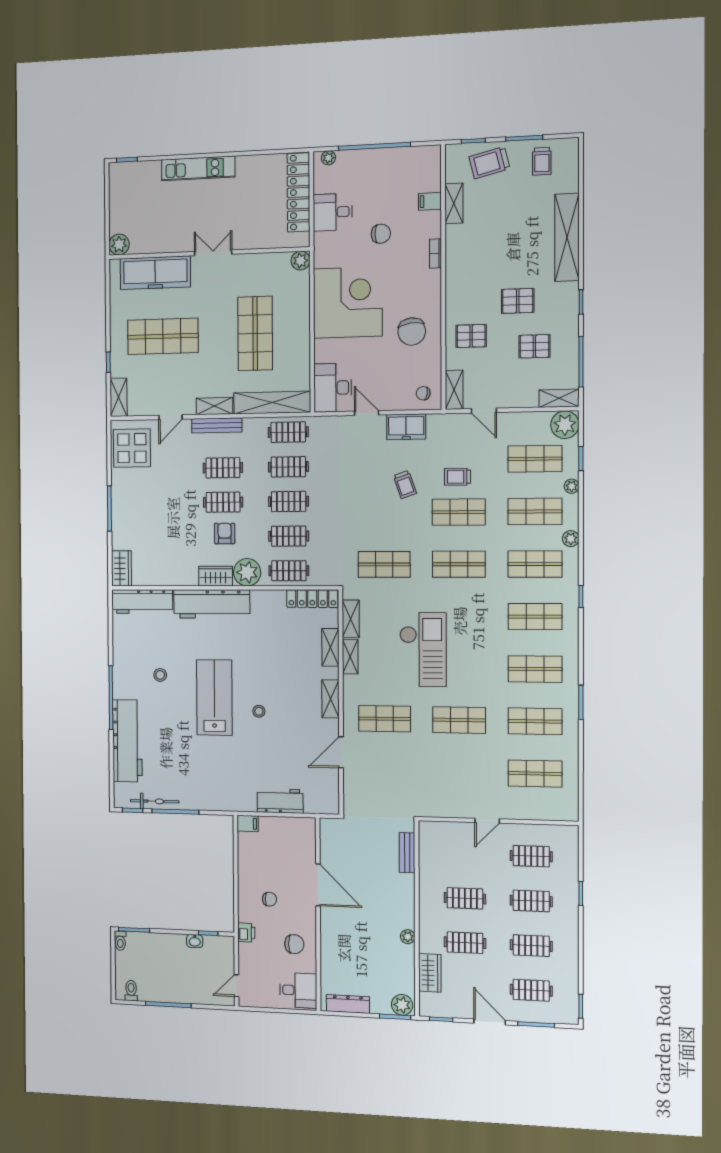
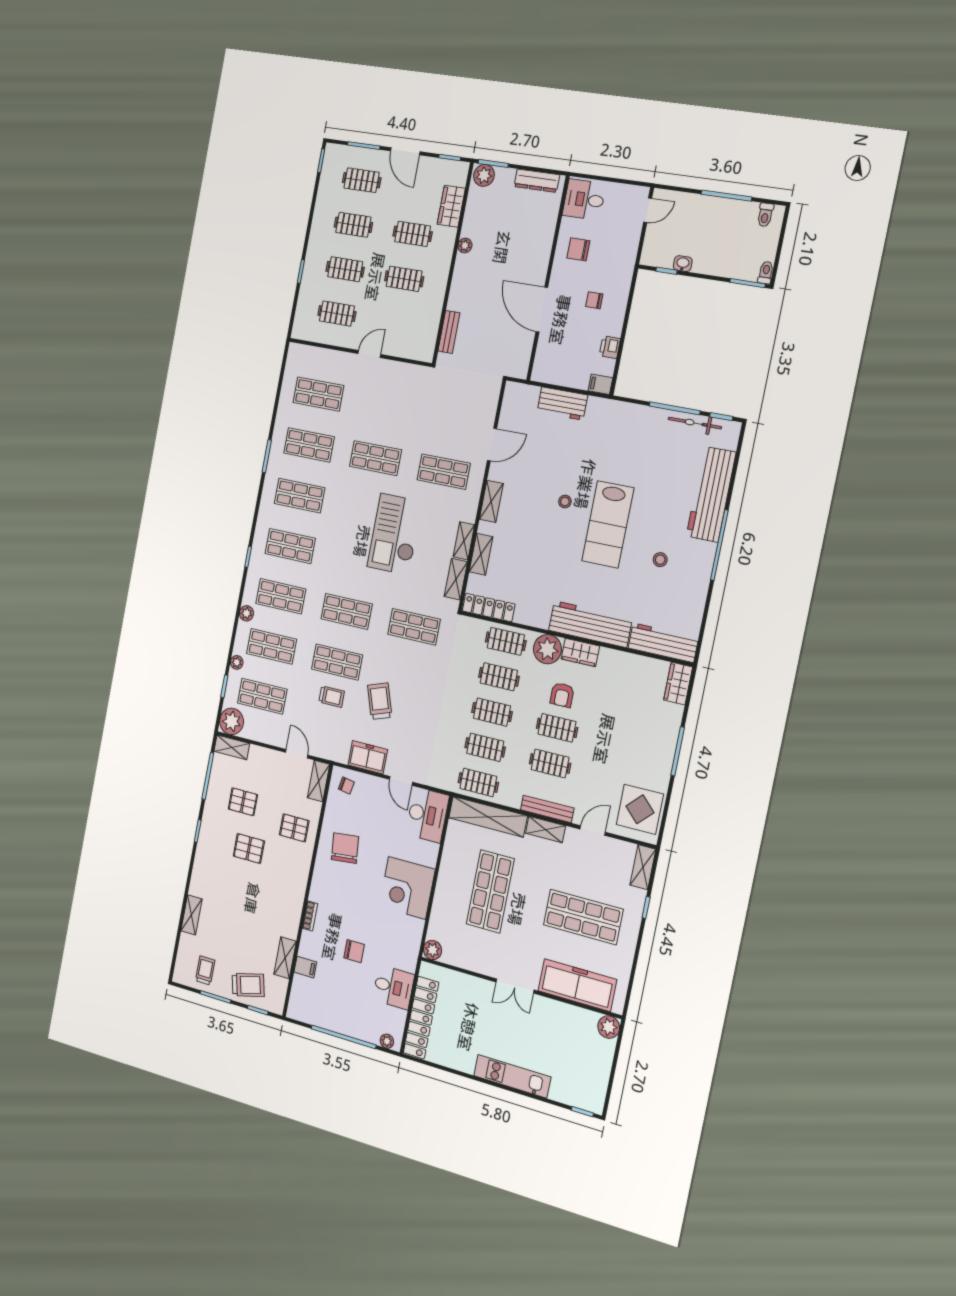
chair: (381, 234) -> (354, 951), turned 180
shelving: (567, 237) -> (191, 915), width x0.45, depth x0.75
corner desk: (348, 302) -> (407, 888), width x0.74, depth x0.74
trolley: (405, 485) -> (380, 701), width x1.36, depth x1.39
printer: (246, 932) -> (610, 347), moved

